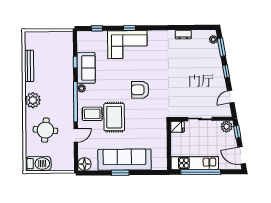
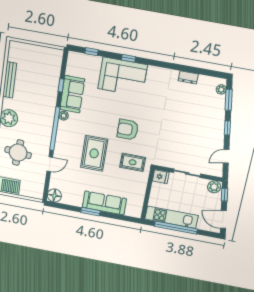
rug: (92, 114) -> (133, 162), moved
sofa: (124, 160) -> (104, 203), width x0.74, depth x0.79

